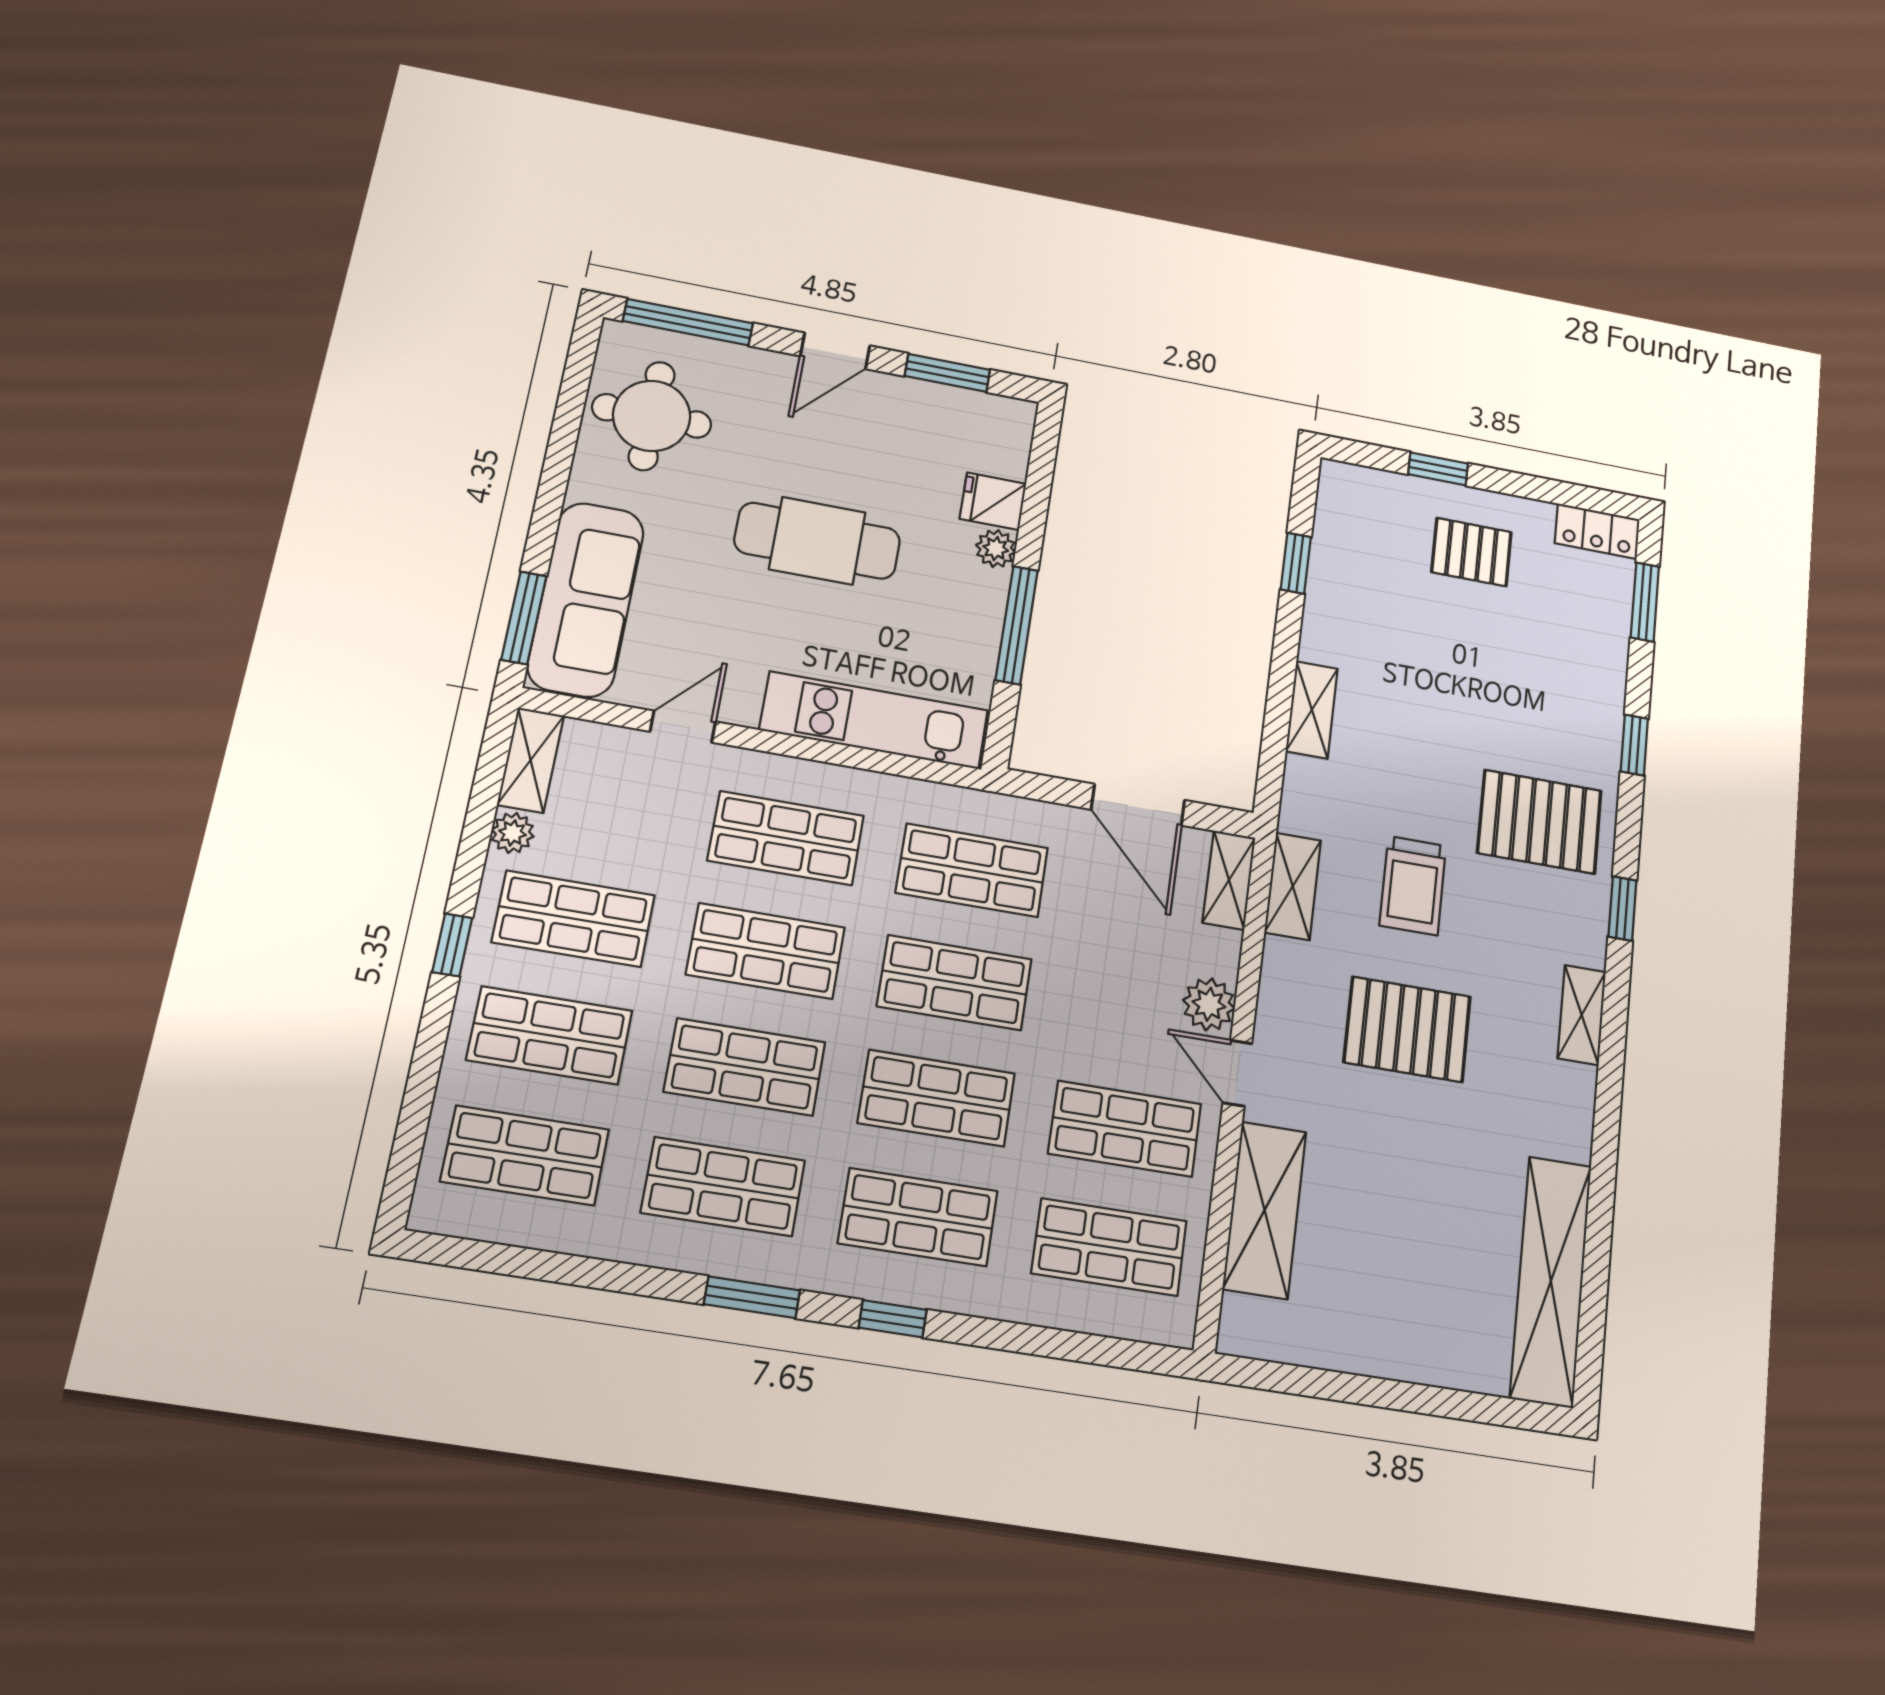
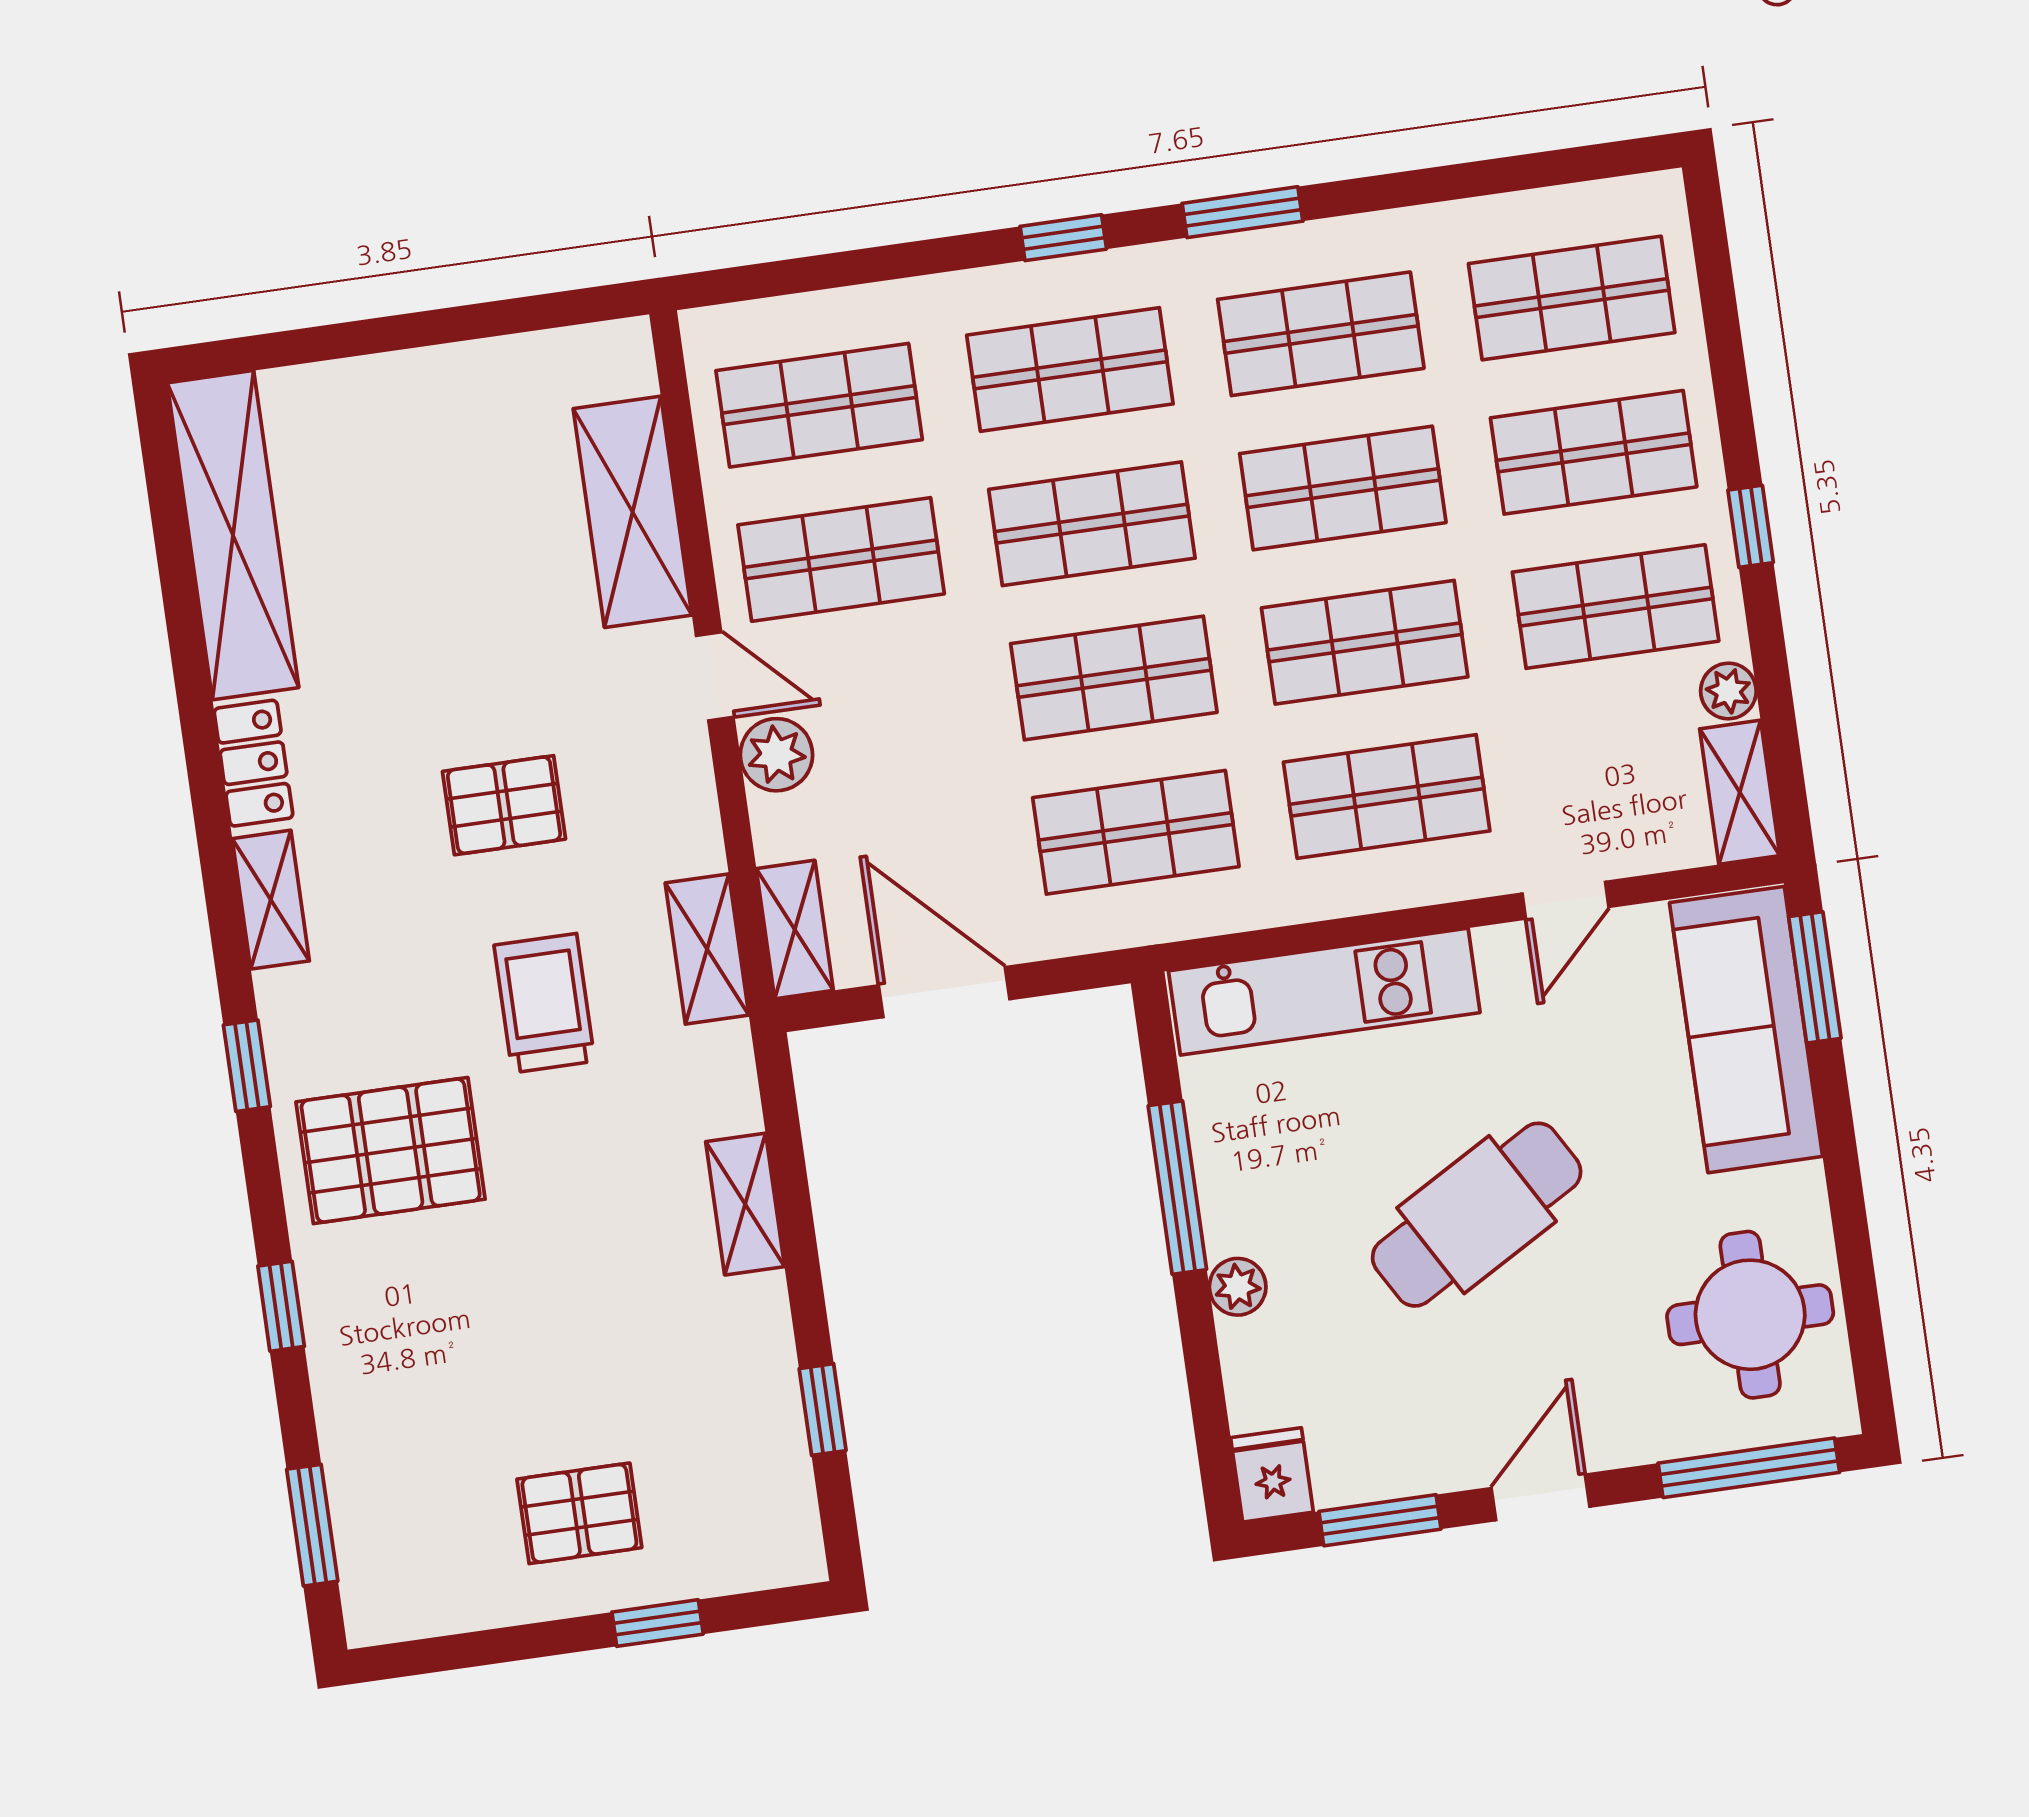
fridge: (993, 501) -> (1272, 1475), moved, turned -90
locker: (1597, 531) -> (253, 763), moved, turned 90
cafe table: (817, 541) -> (1477, 1215), turned -30
pallet: (1407, 1029) -> (504, 805), width x0.67, depth x0.71

